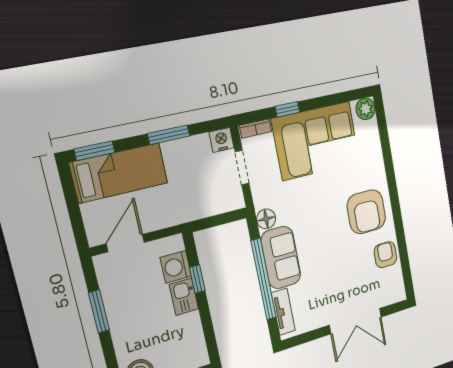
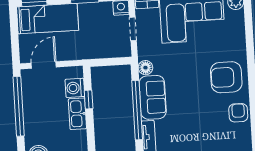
armchair: (366, 212) -> (226, 77), turned 90
kitchen sink: (184, 297) -> (77, 114), width x1.38
window: (99, 311) -> (19, 106), width x2.11

